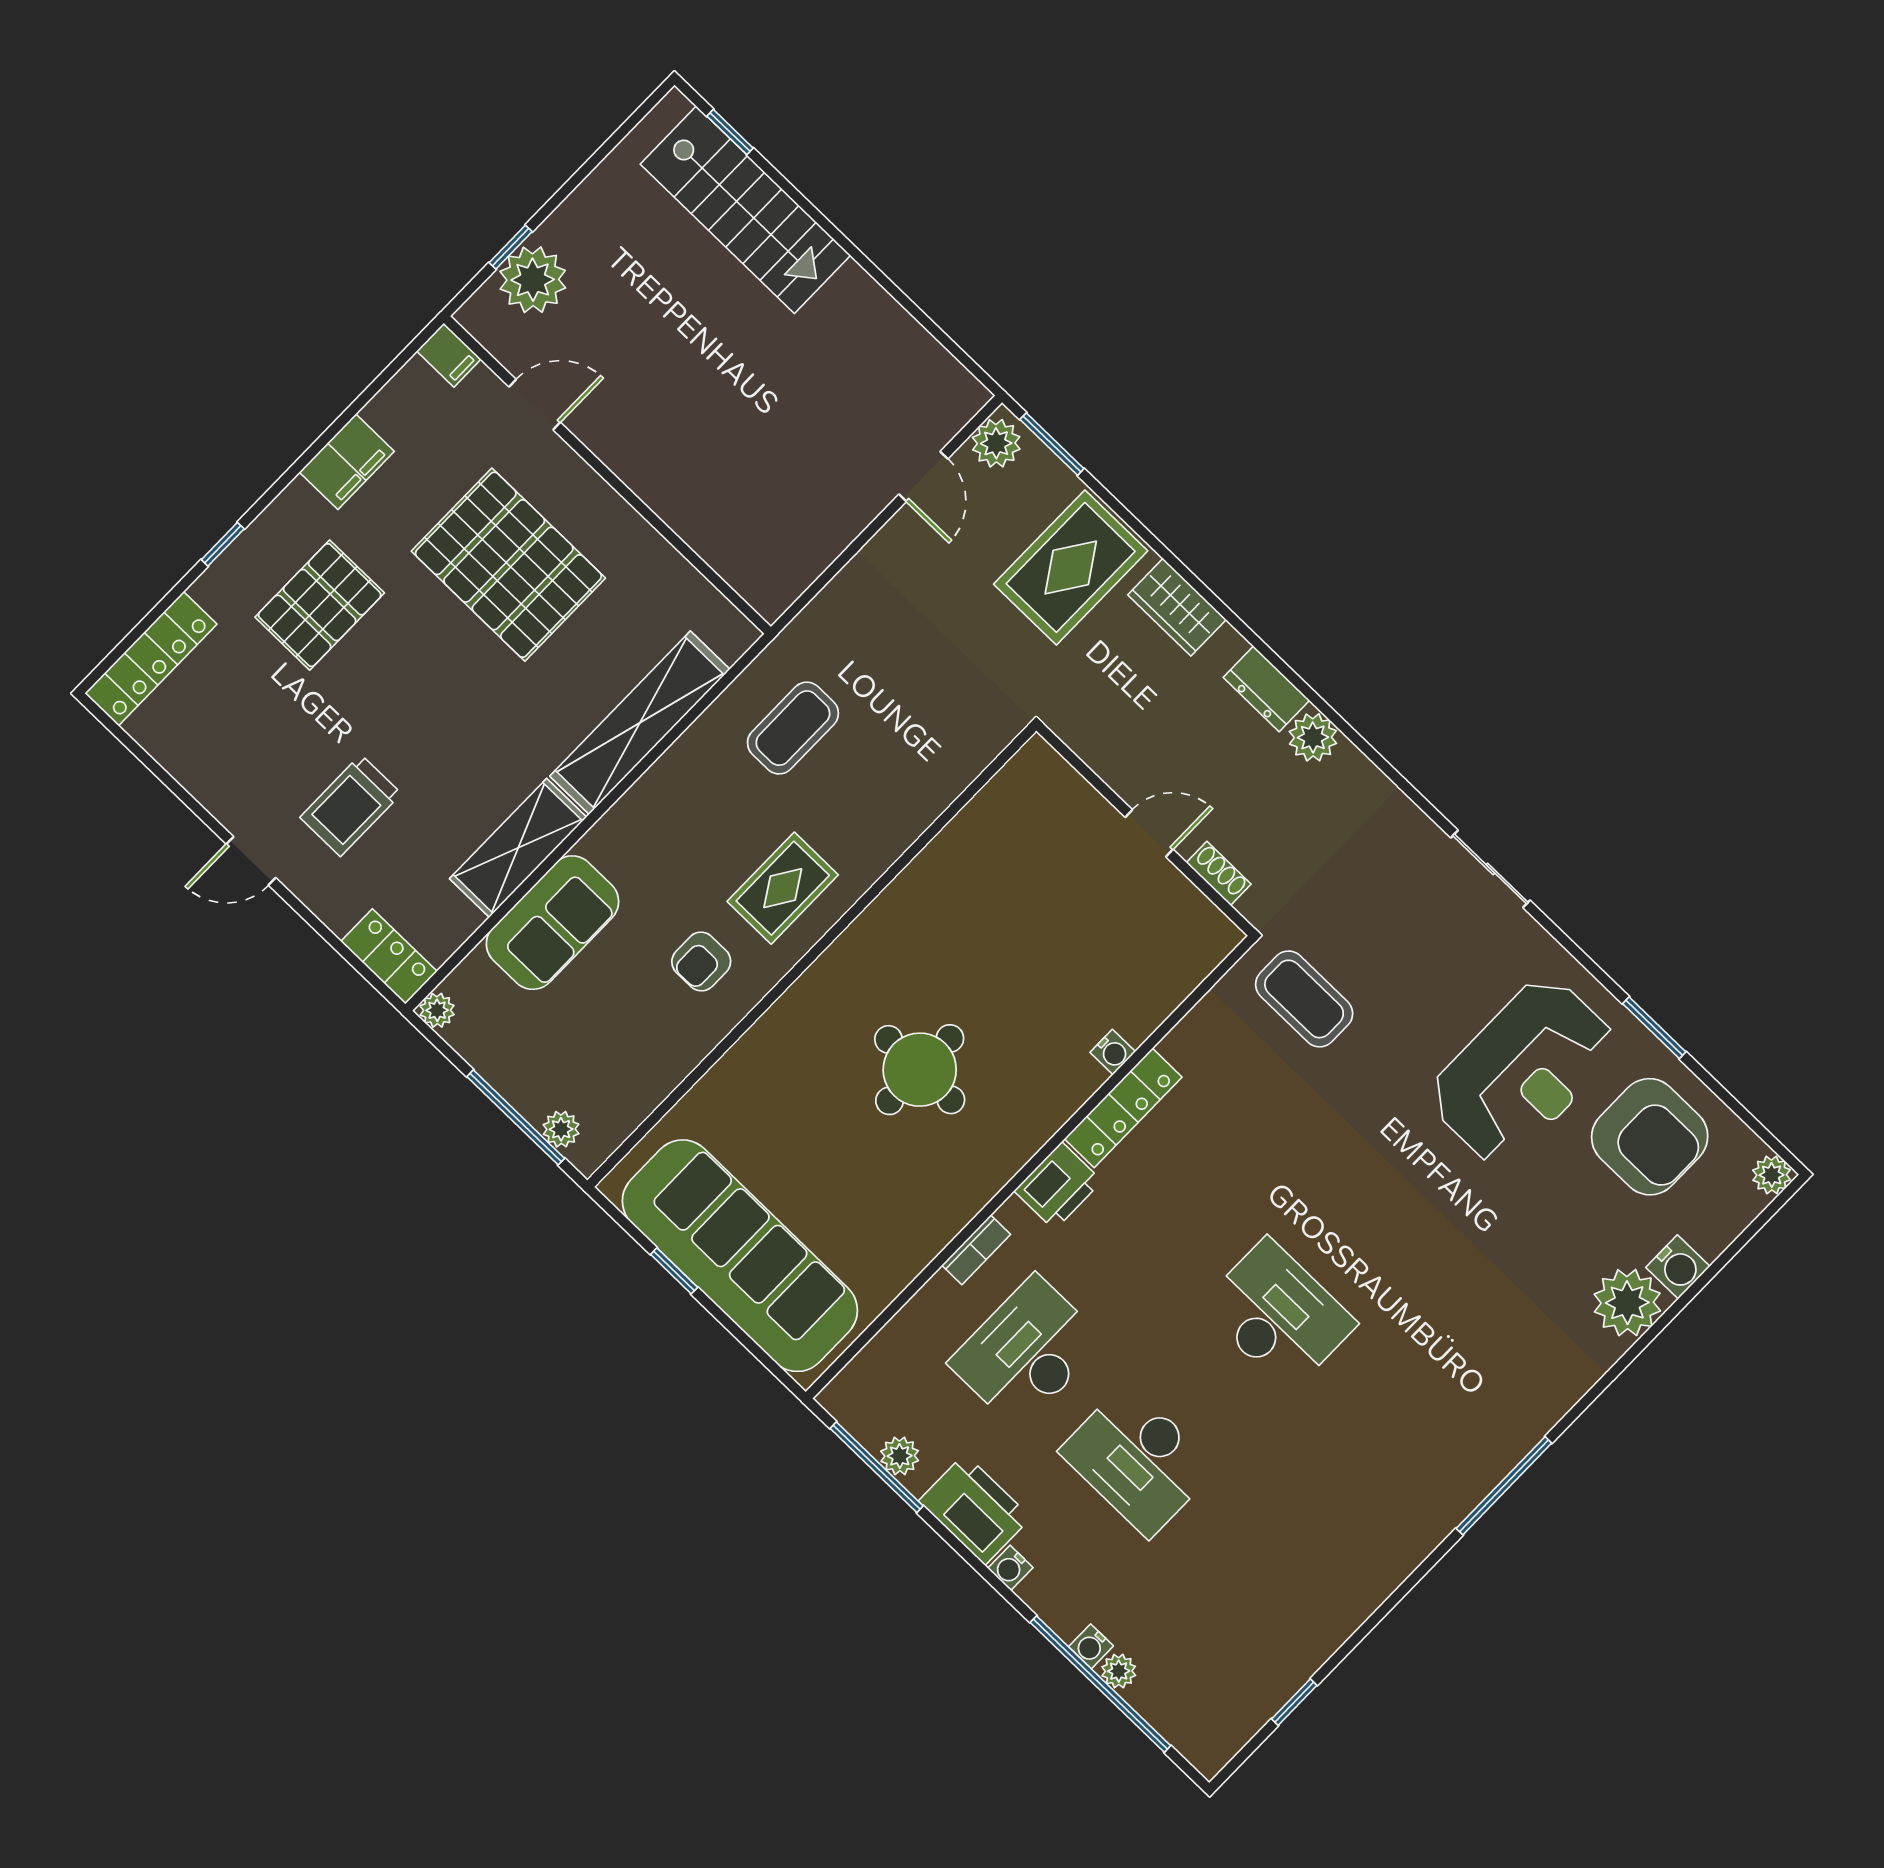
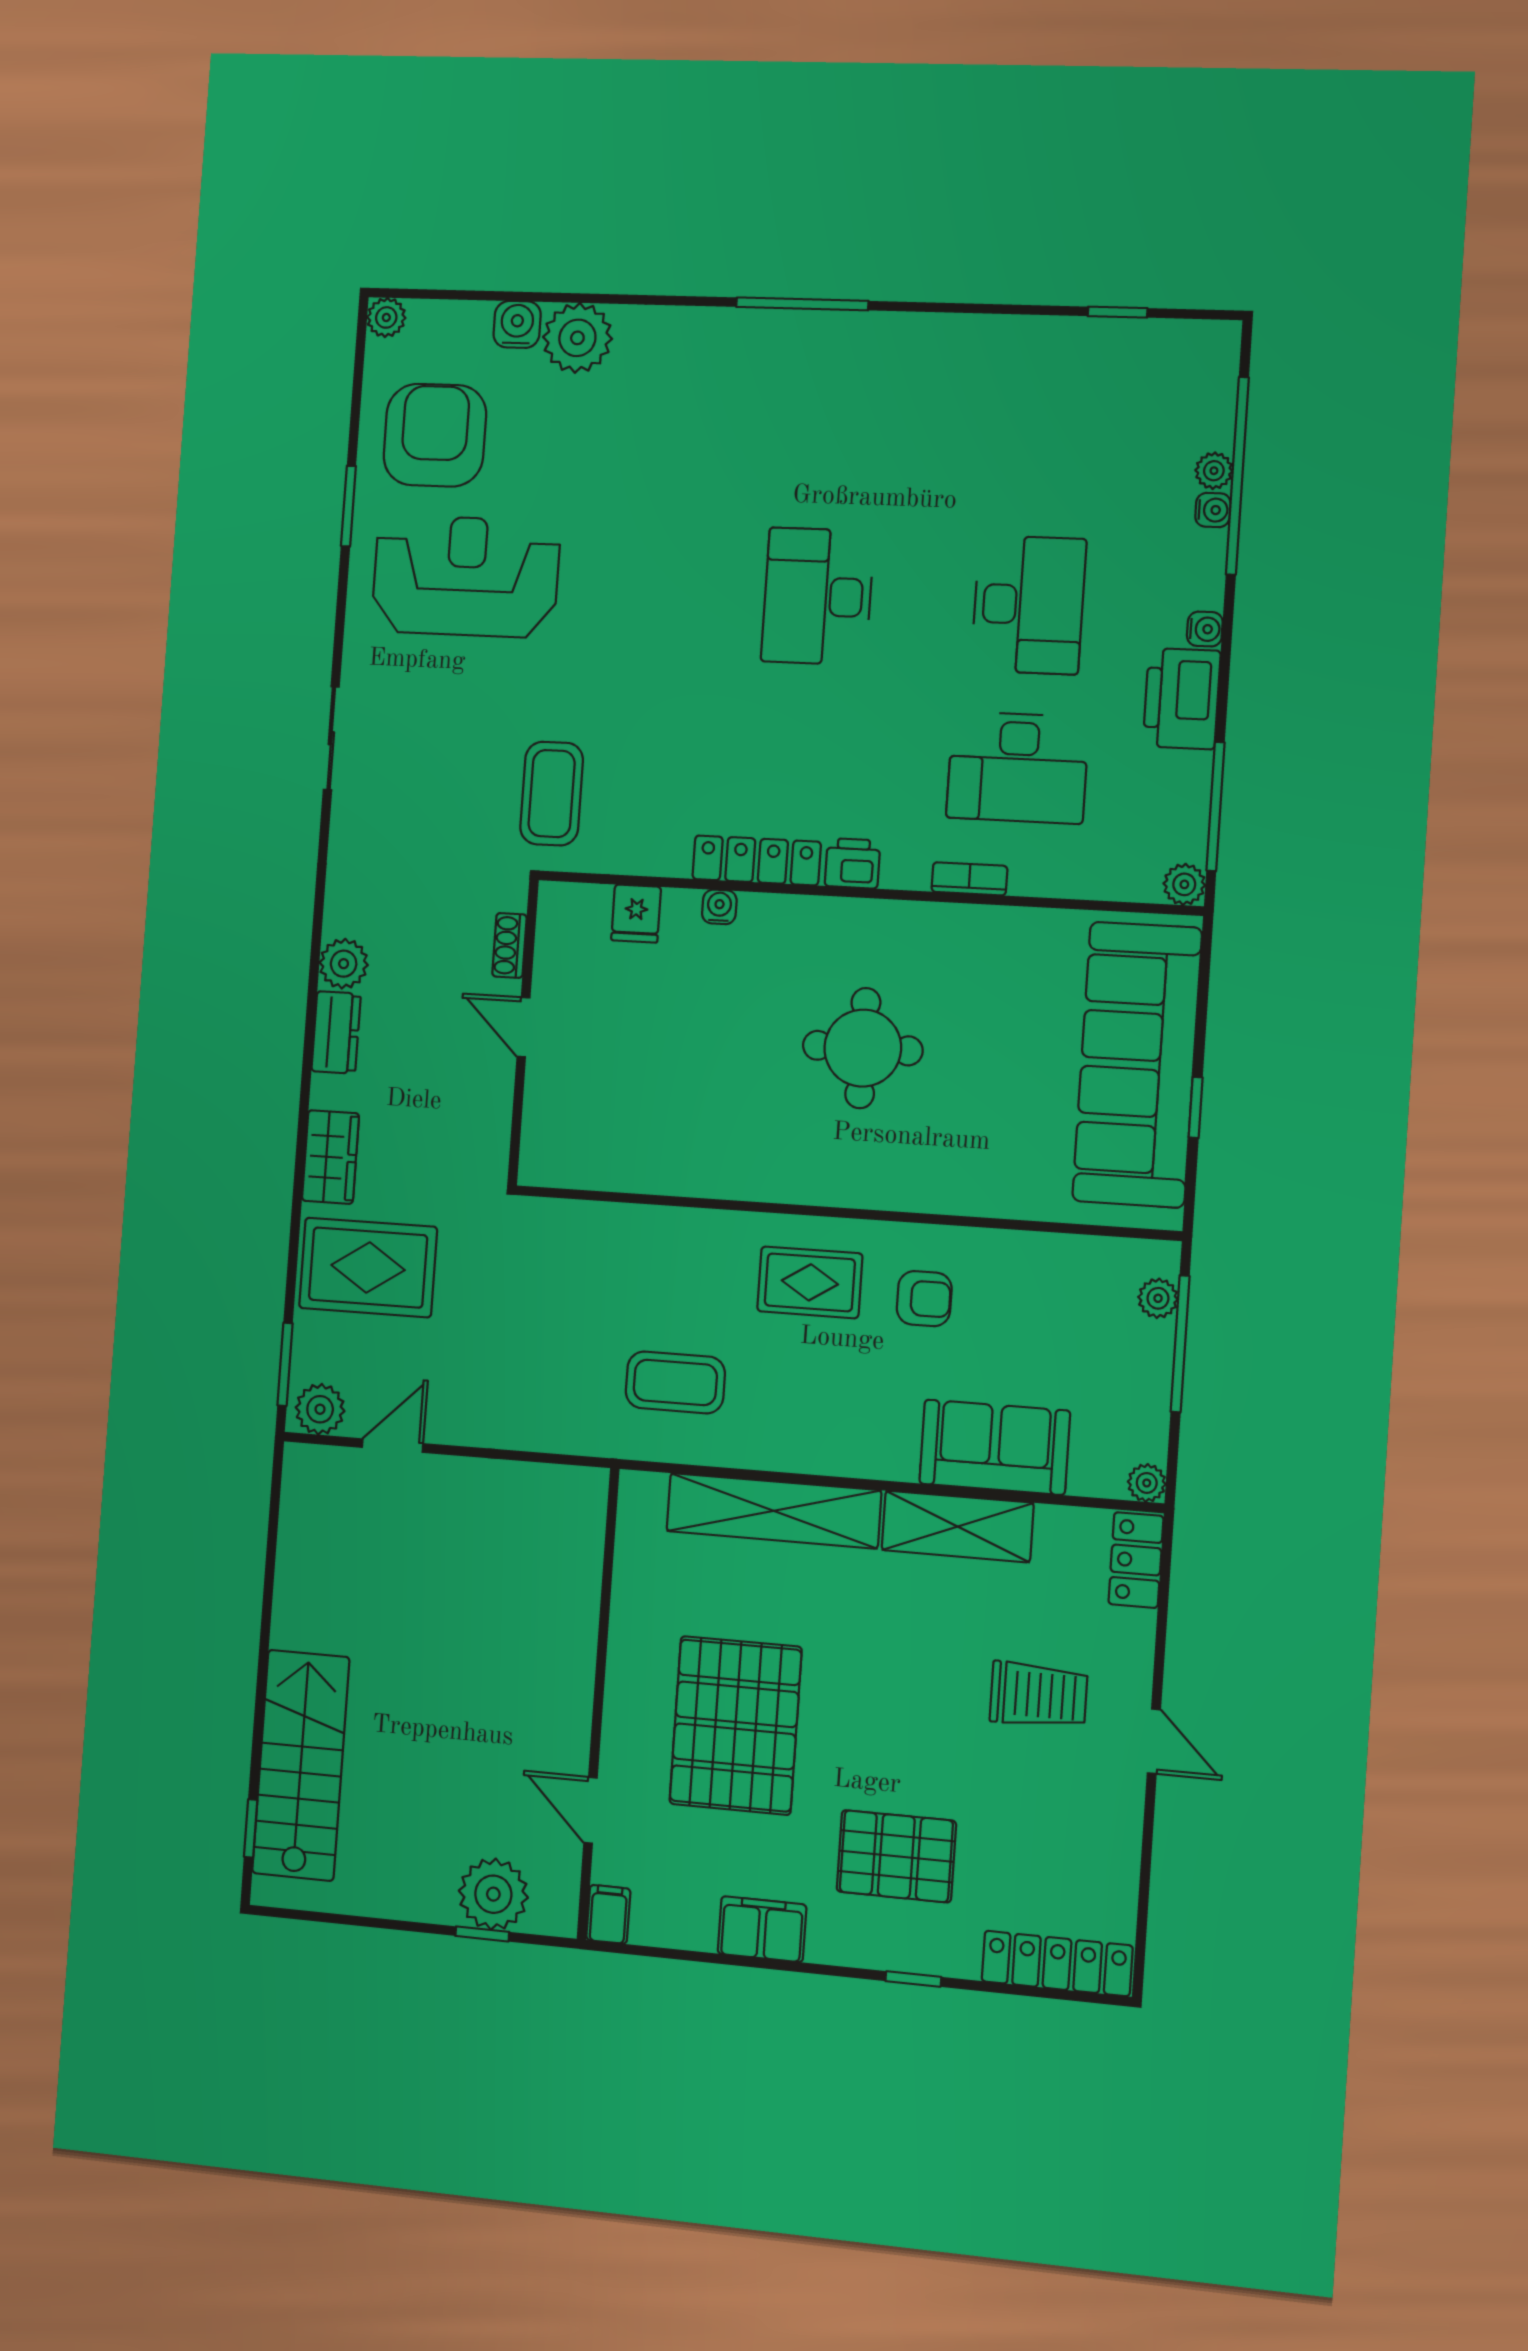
fridge: (1161, 987) -> (636, 914), added
printer: (1058, 1186) -> (853, 863), width x0.73, depth x0.81
plant: (900, 1456) -> (1184, 884), moved

